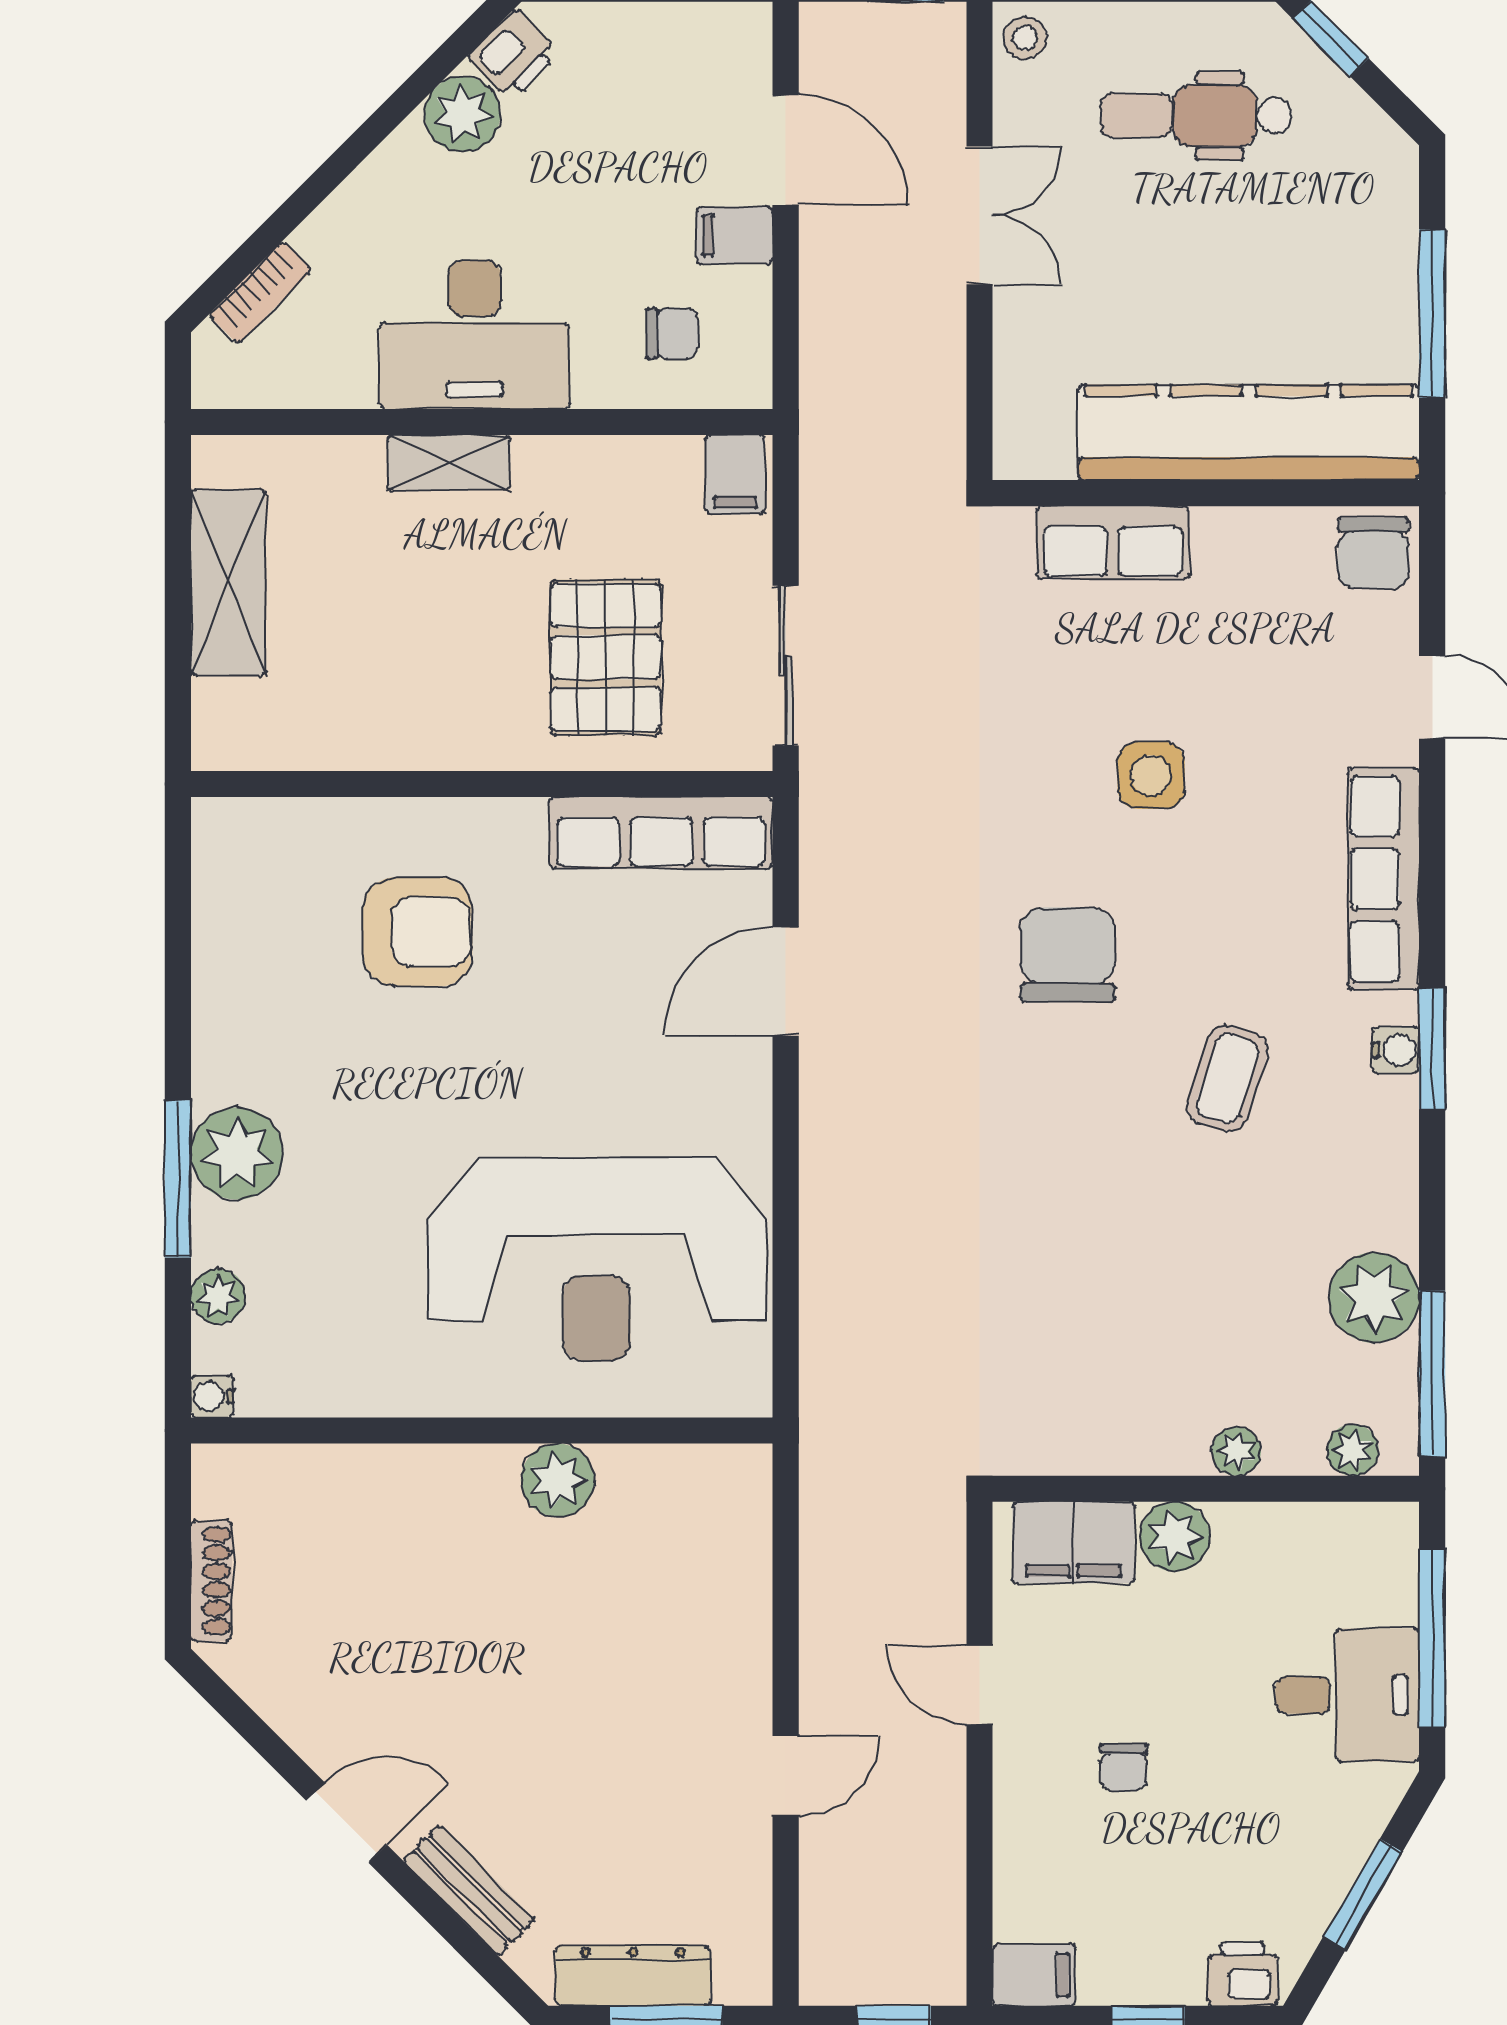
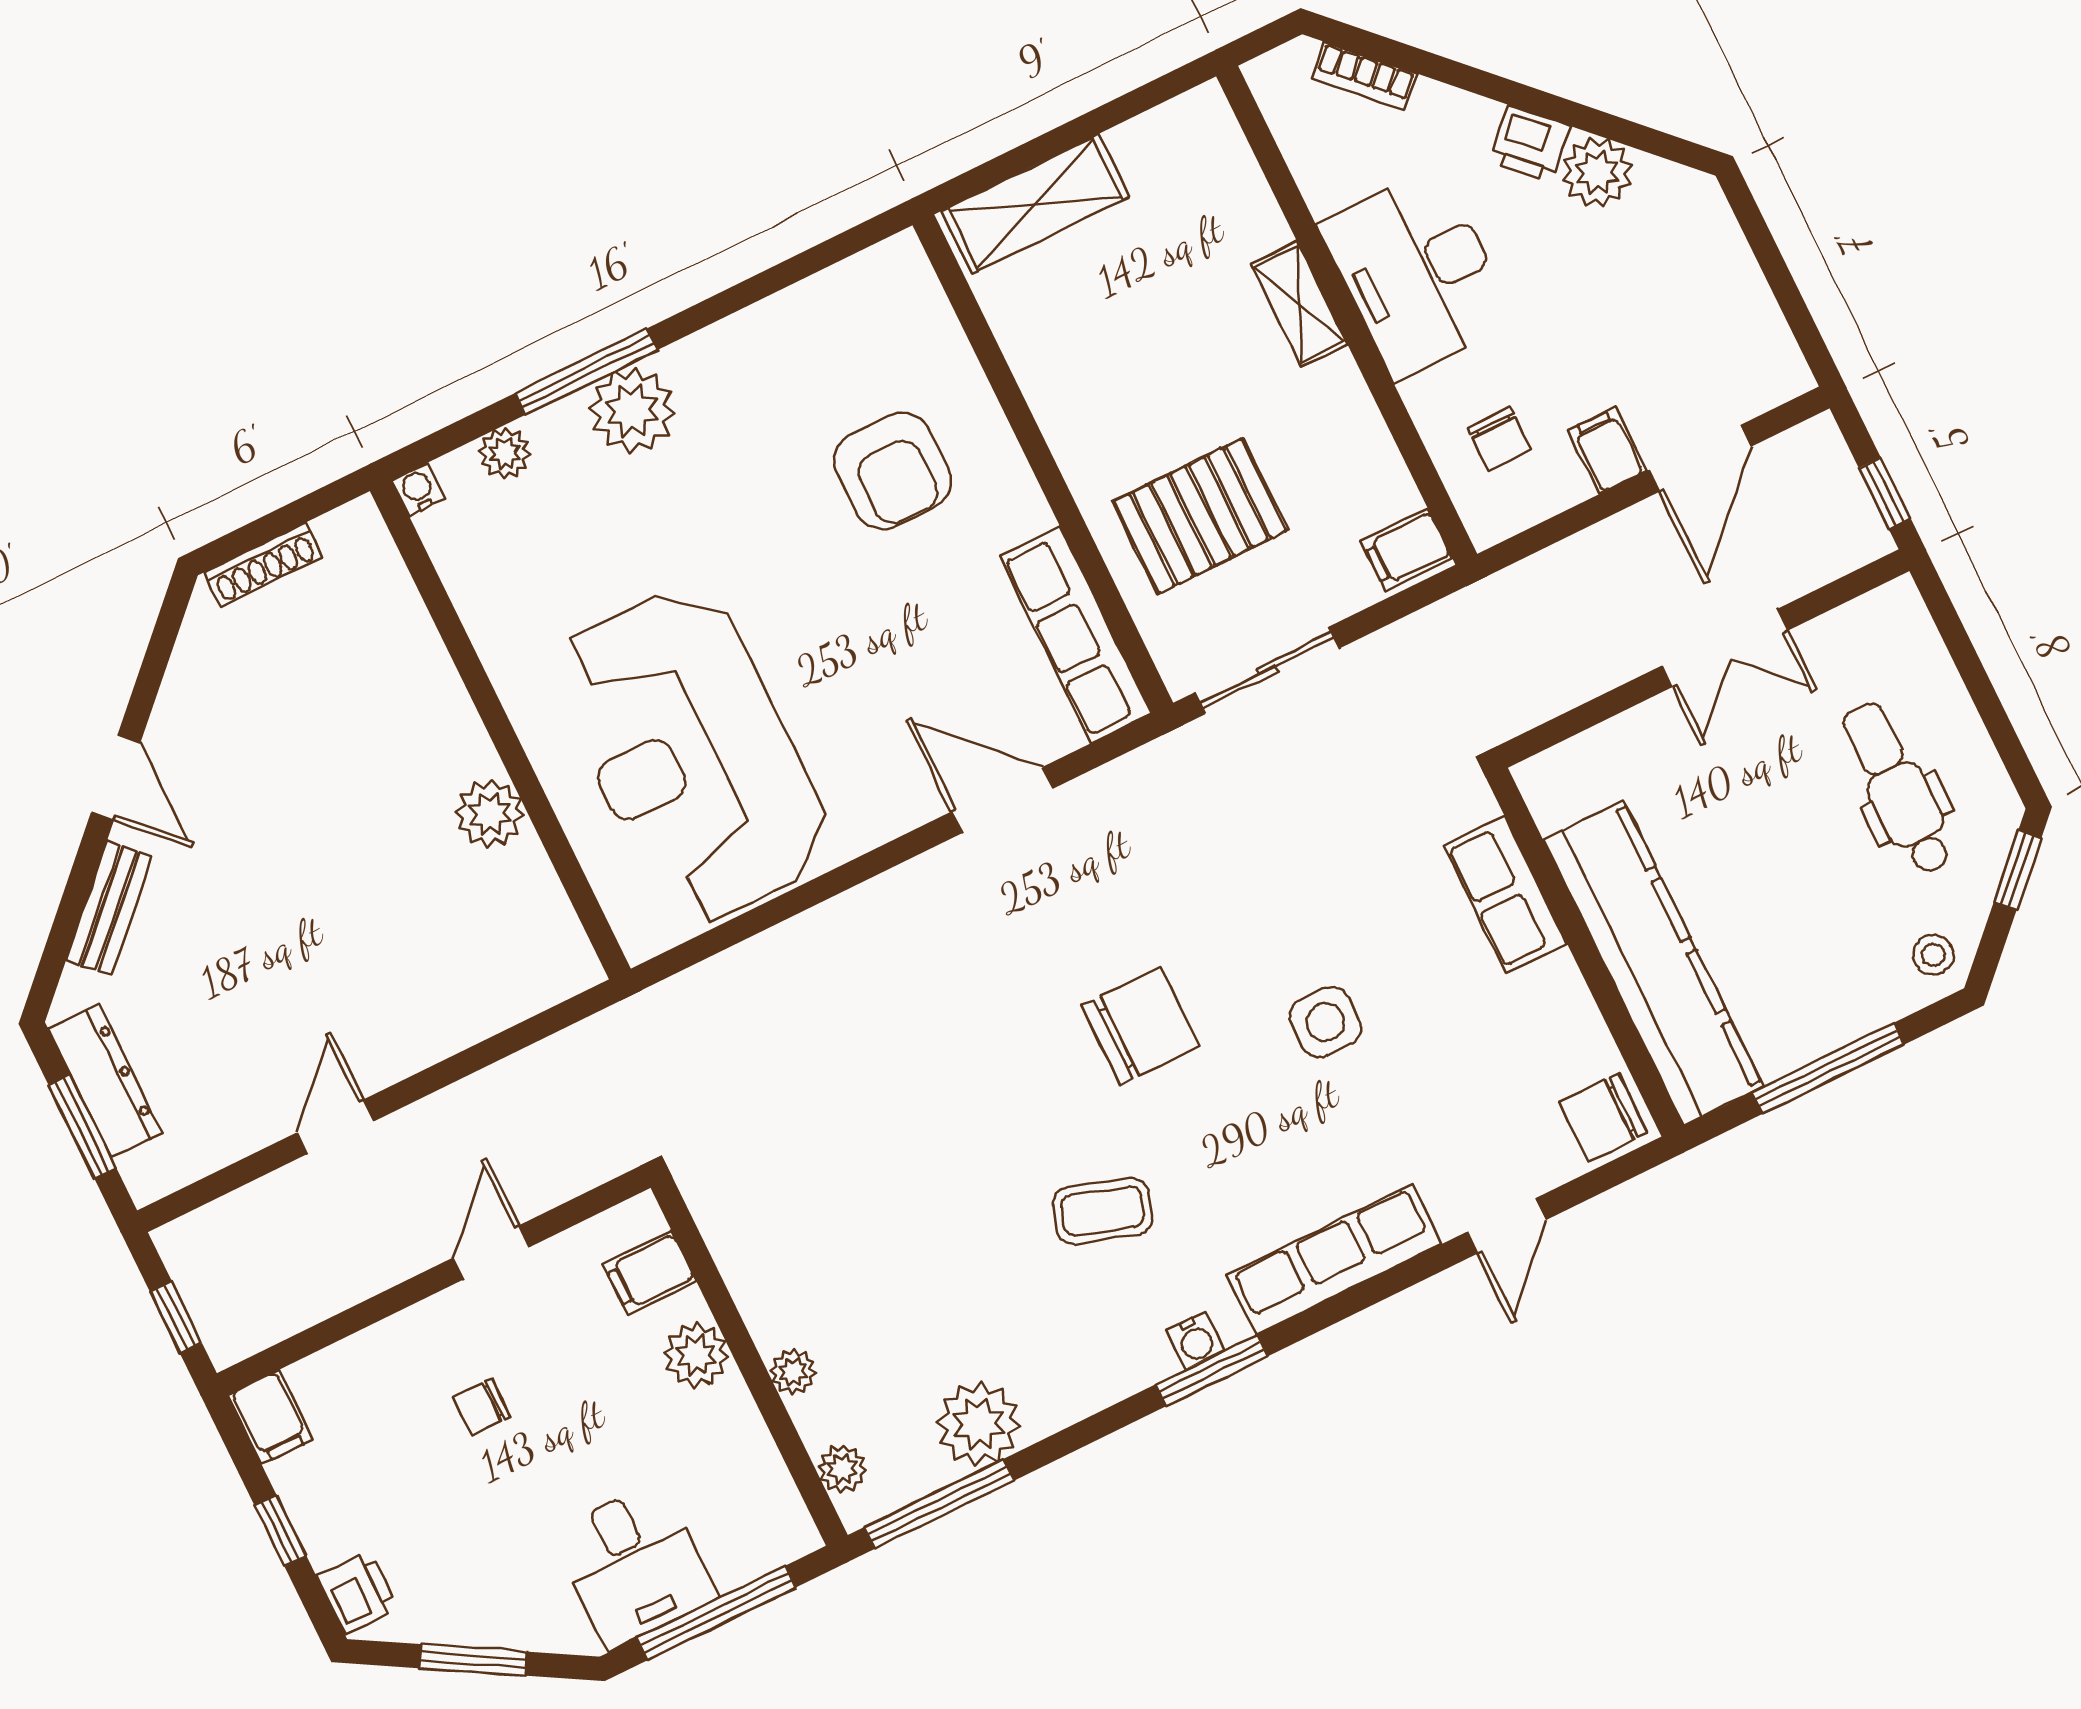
stool: (1025, 38) -> (1933, 955), moved
printer: (514, 55) -> (1530, 144), moved
shelving: (228, 583) -> (1035, 204), moved
filing cabinet: (1073, 1542) -> (650, 1272), width x0.50
door: (786, 1776) -> (335, 1127), swing flipped

